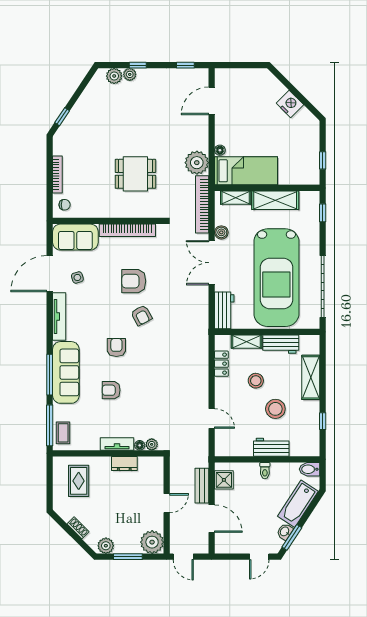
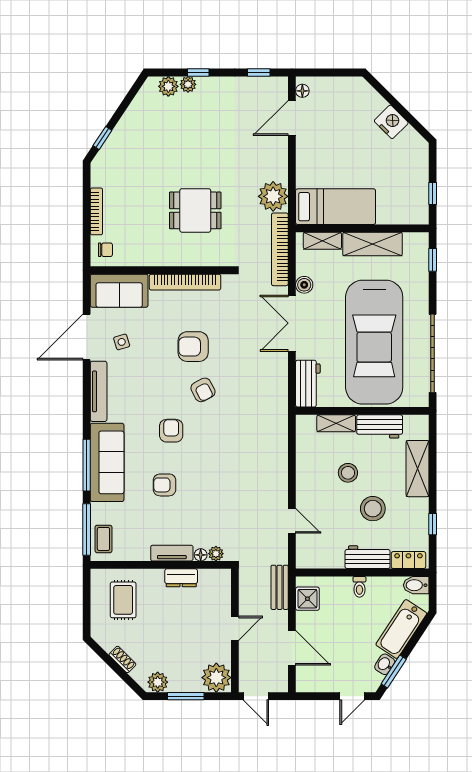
floor lamp: (220, 150) -> (302, 91), moved
locker: (221, 364) -> (408, 560), moved, turned -90
bench: (202, 486) -> (280, 587), moved

